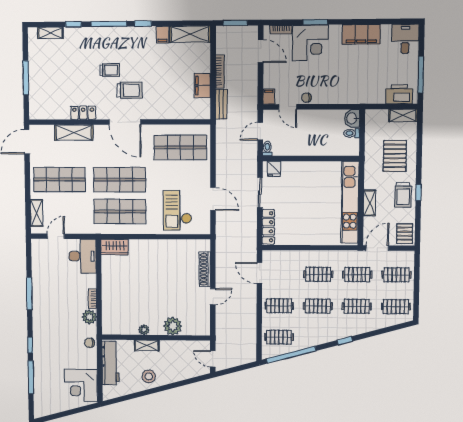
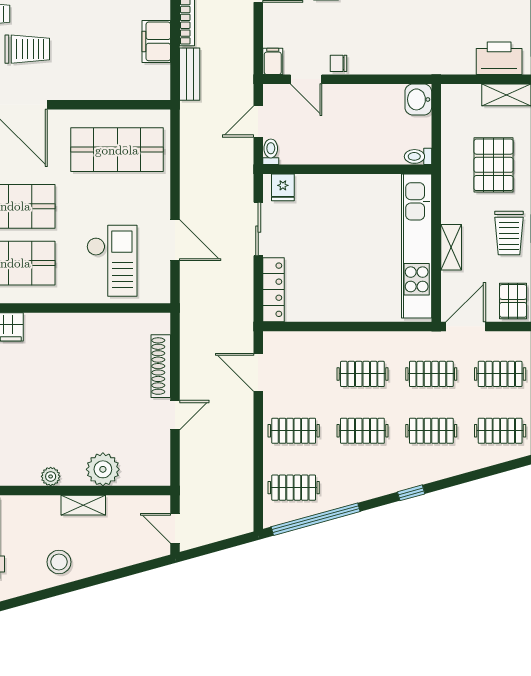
toilet: (352, 133) -> (418, 156), moved
checkout: (178, 210) -> (112, 261), turned 180
shelving: (147, 345) -> (83, 505), moved

